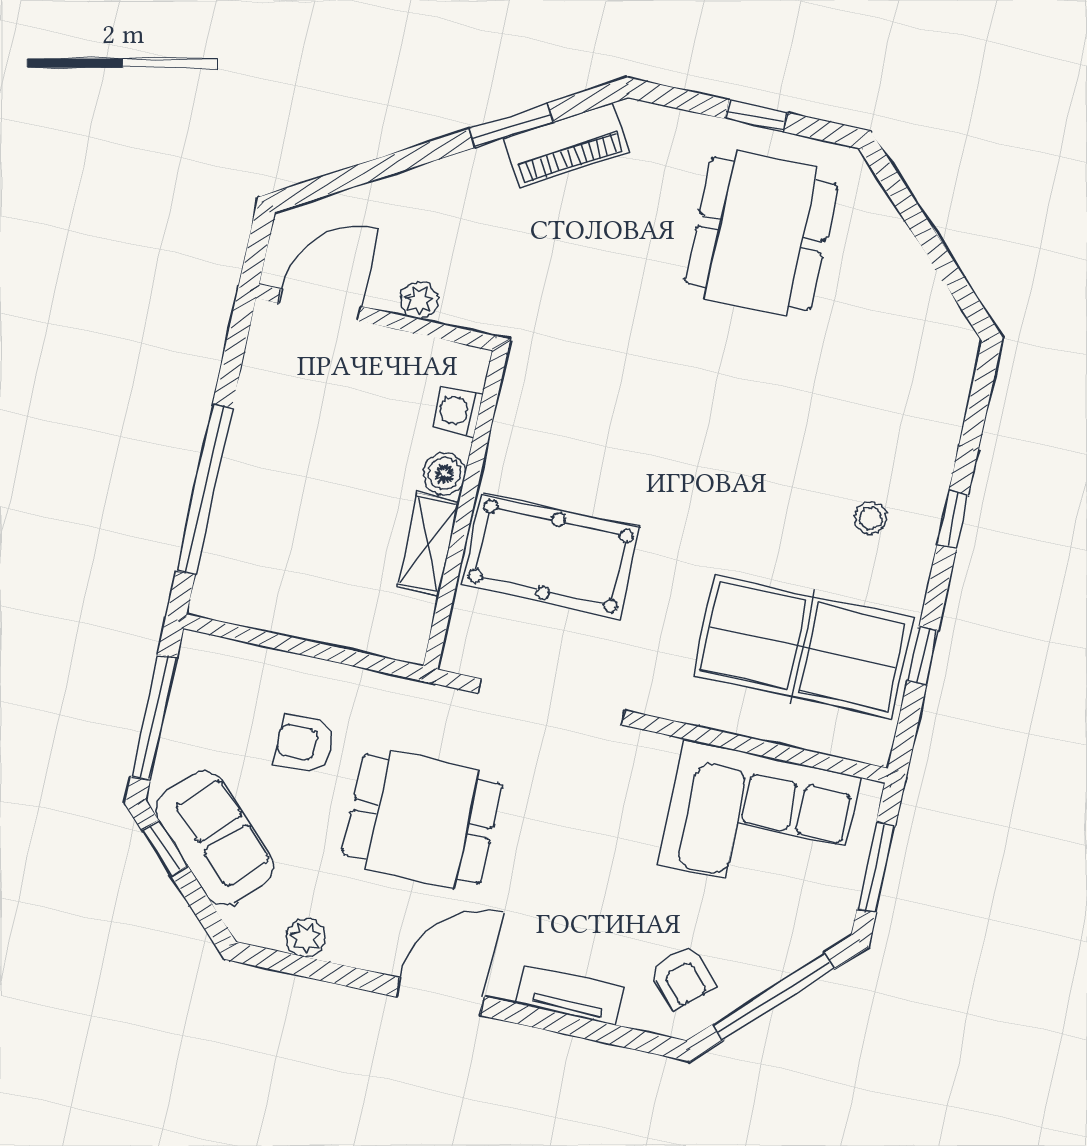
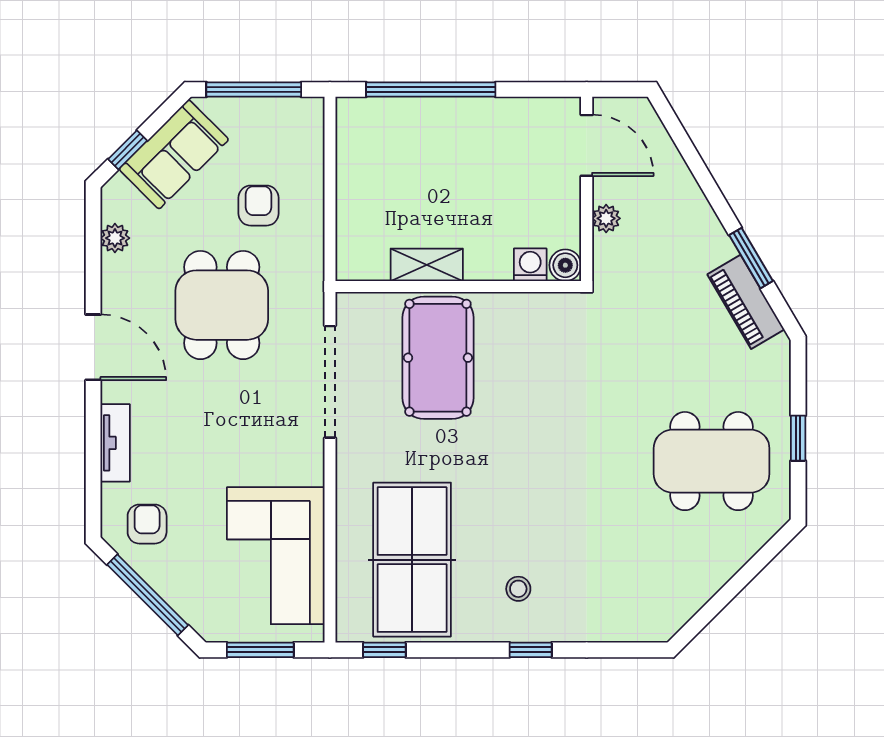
boiler: (444, 474) -> (565, 265), moved
window: (923, 655) -> (384, 650), moved
window: (165, 848) -> (128, 150), moved
armchair: (683, 977) -> (147, 524), turned 131

